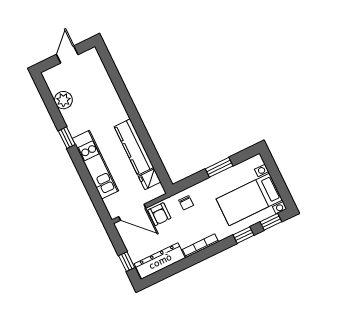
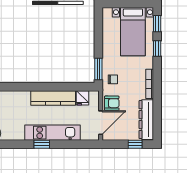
window: (67, 138) -> (42, 144), moved
window: (219, 167) -> (98, 69), moved

